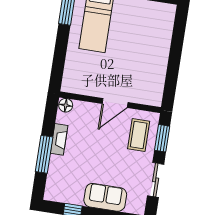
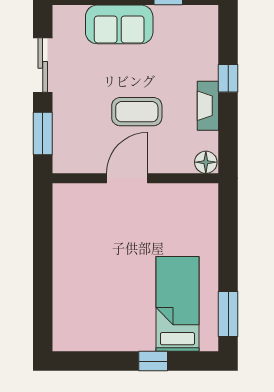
coffee table: (139, 135) -> (137, 112), moved, turned 90
window: (44, 154) -> (228, 78), width x0.46

